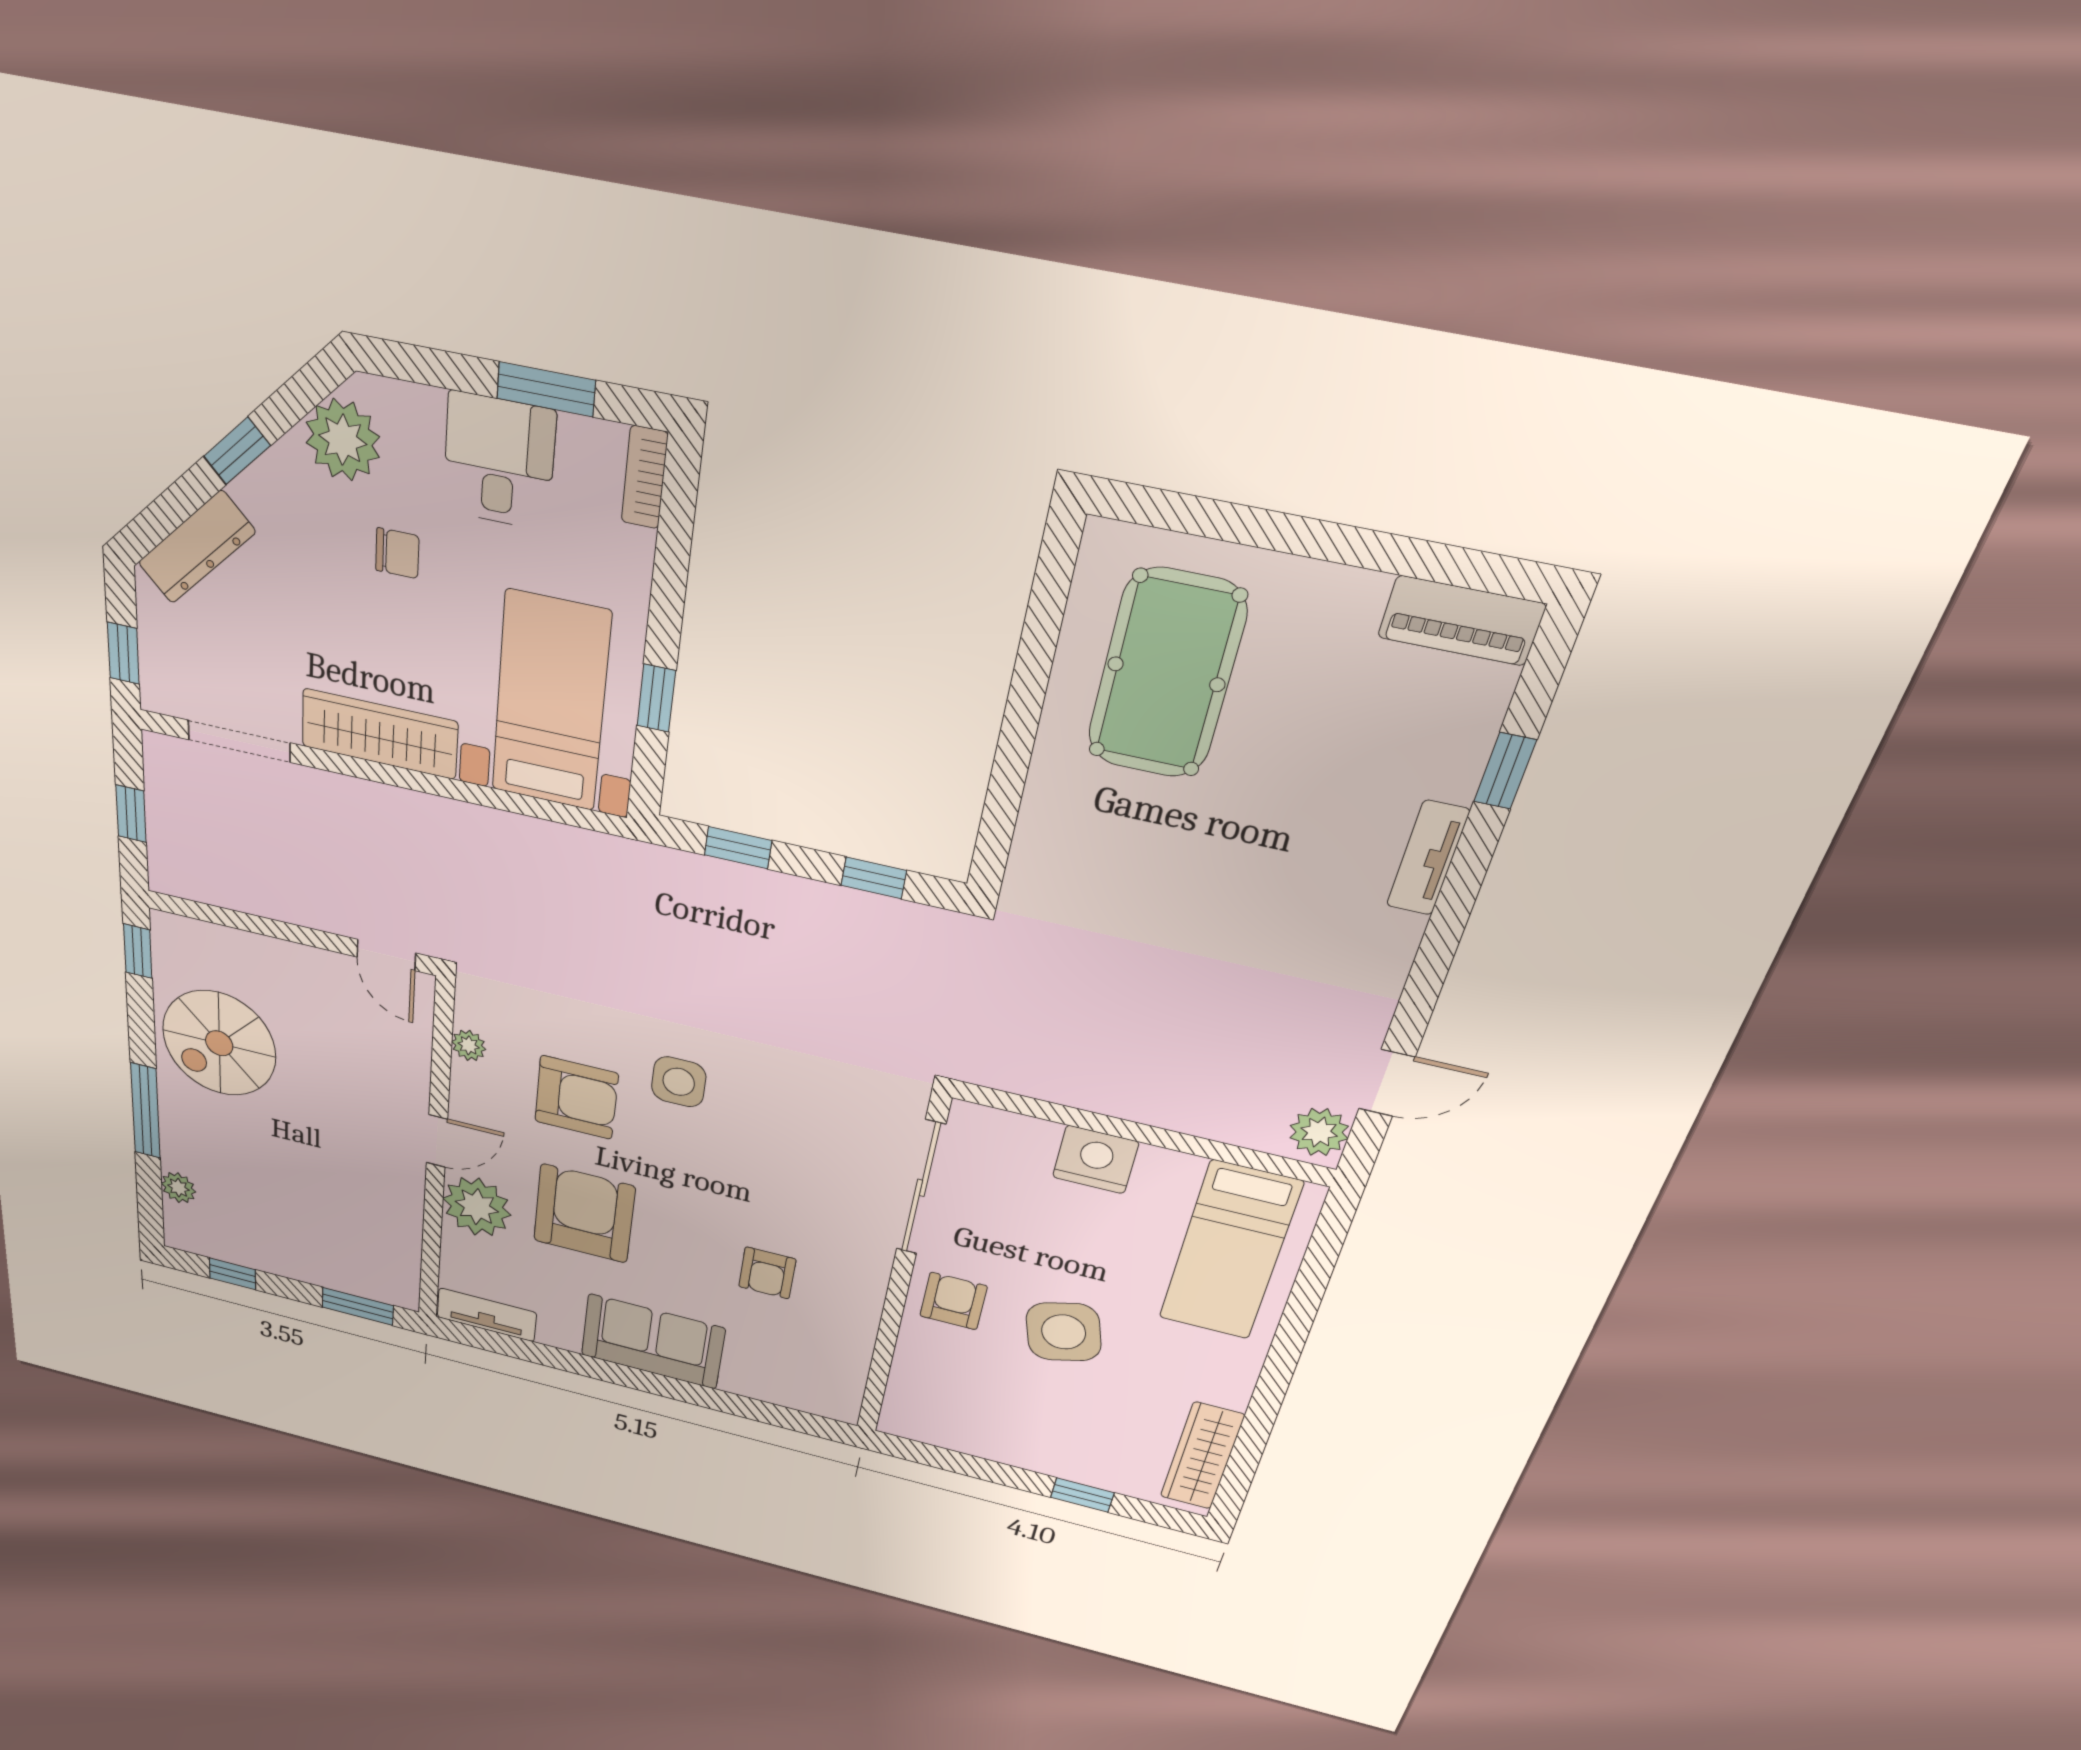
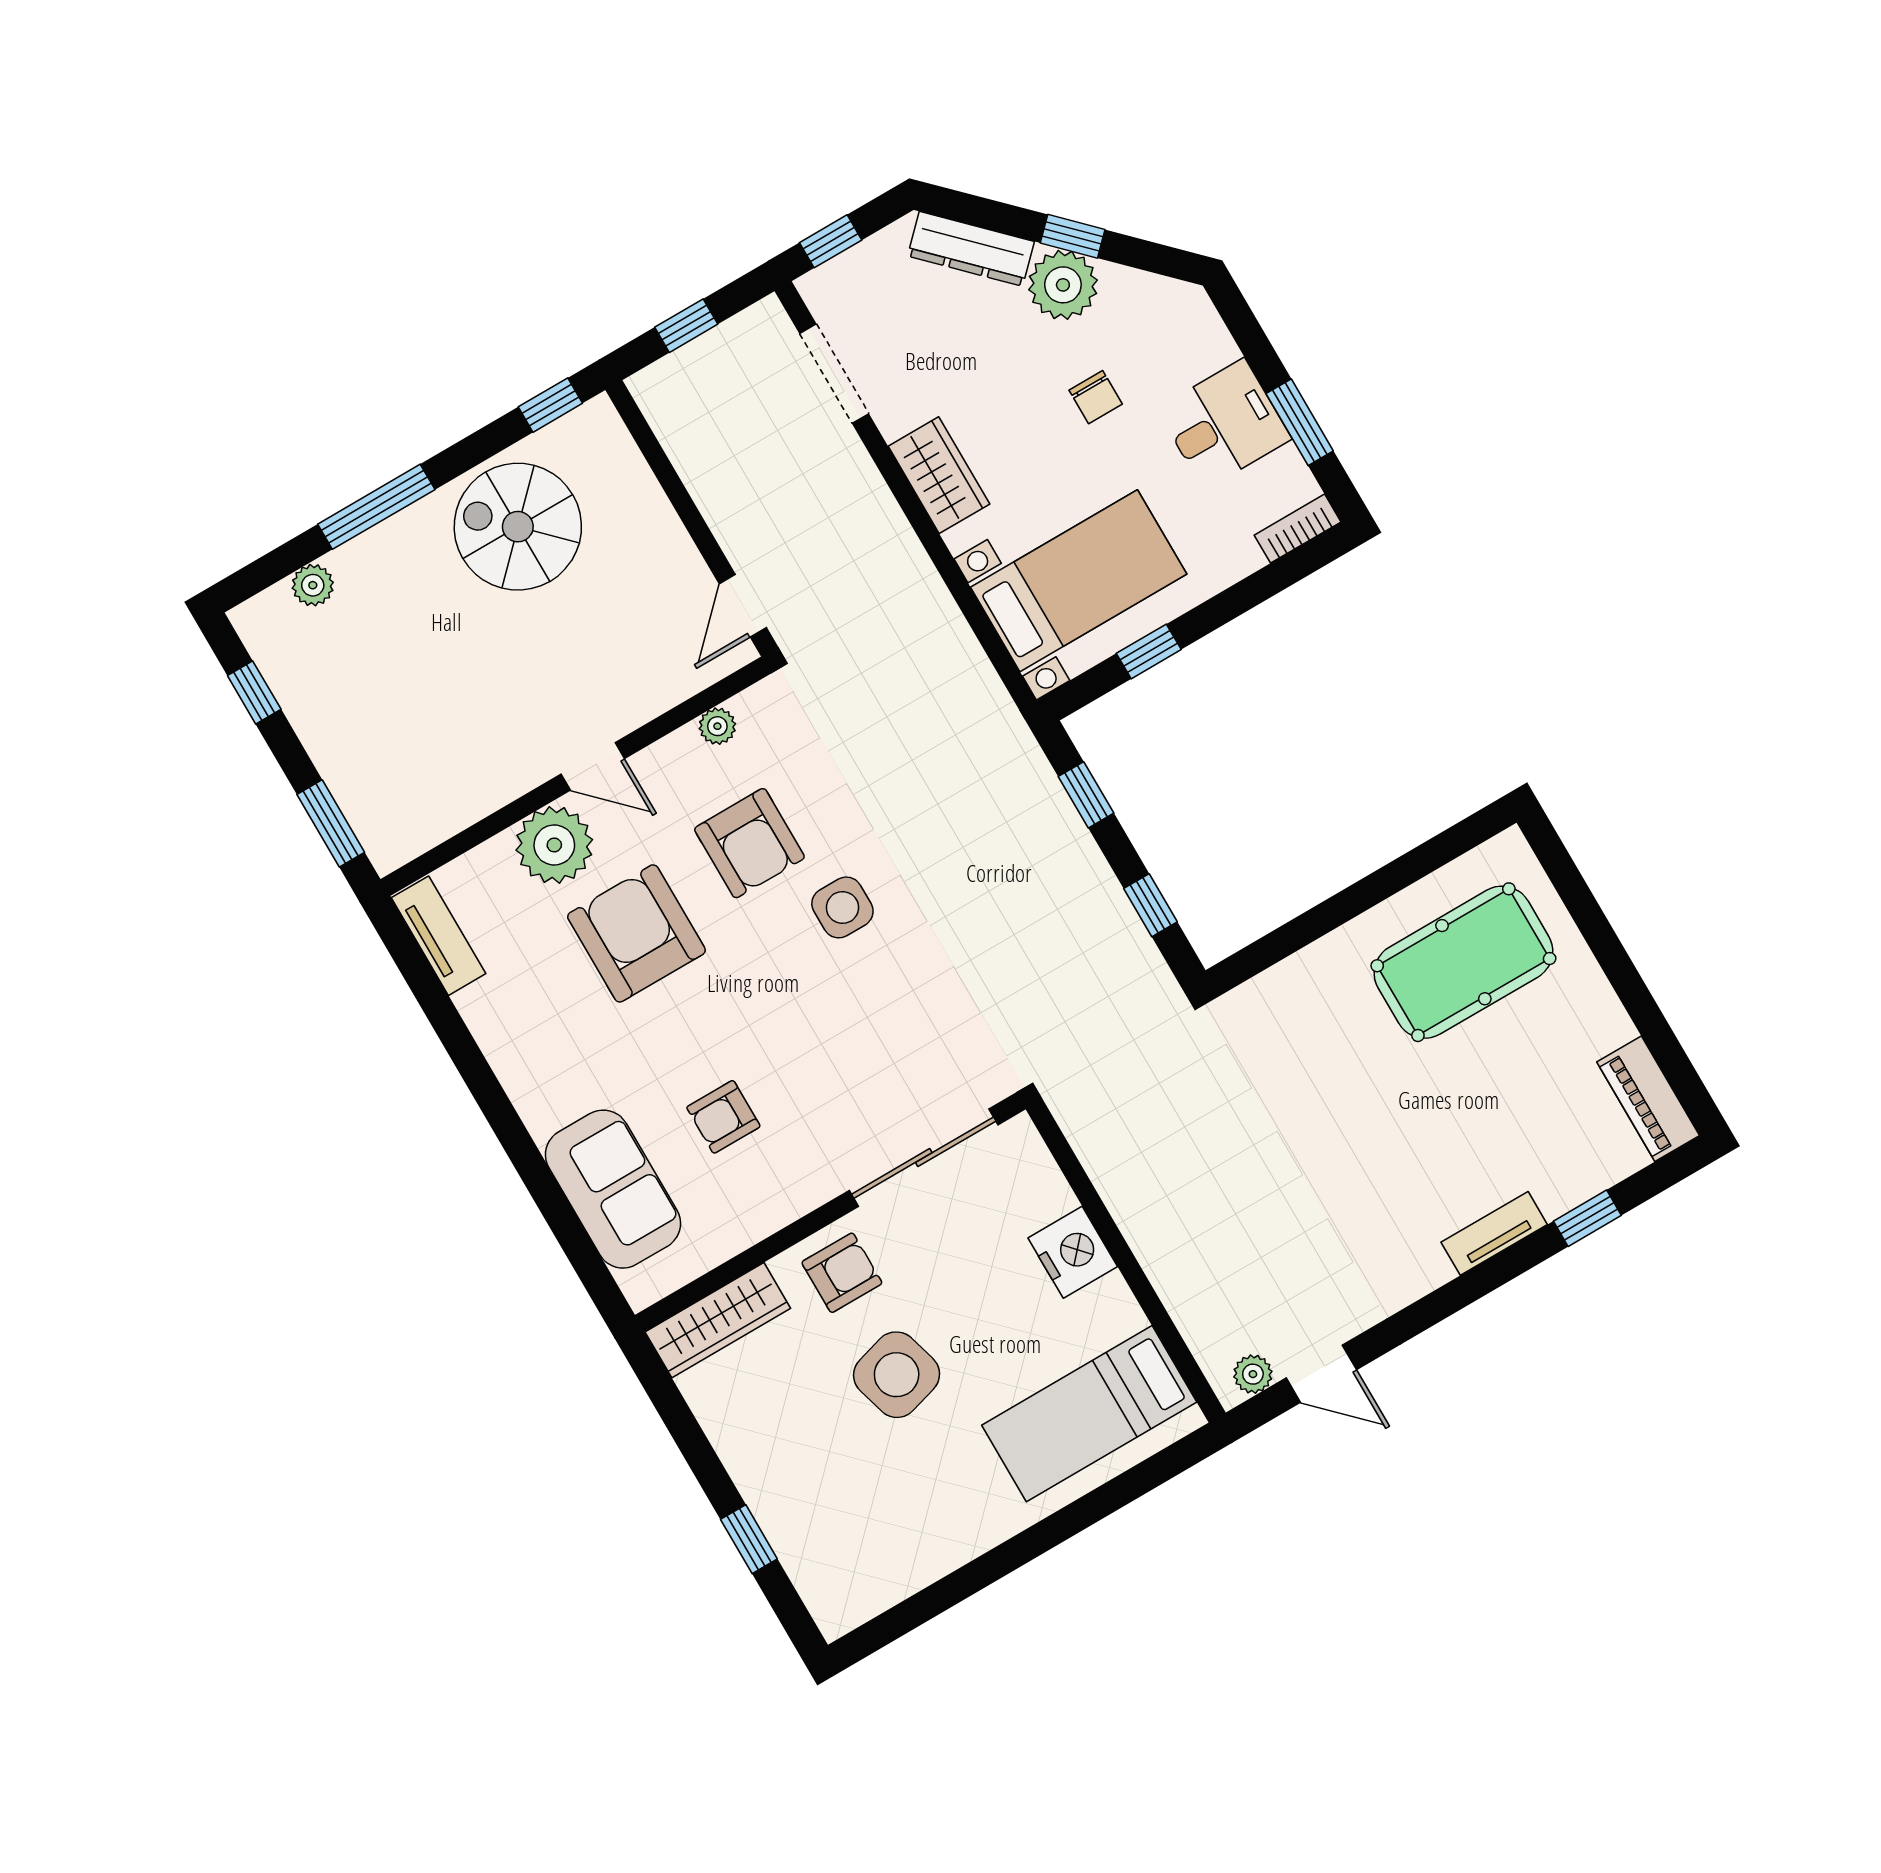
plant: (343, 440) -> (1063, 285), moved
wardrobe: (380, 734) -> (939, 475), width x0.67
plant: (1319, 1132) -> (1253, 1374), width x0.73, depth x0.73
armchair: (584, 1214) -> (636, 933), turned -90
sofa: (653, 1342) -> (613, 1189), moved
wardrobe: (1202, 1456) -> (718, 1320), moved, turned 180

